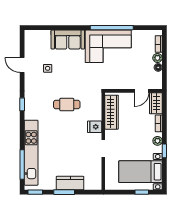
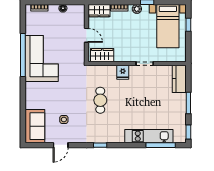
sofa: (68, 40) -> (35, 126), moved
plant: (157, 58) -> (53, 9), removed
door: (142, 91) -> (87, 35), moved
wardrobe: (112, 112) -> (102, 55), width x0.67
kitchen unit: (31, 153) -> (149, 136), width x0.73
kitchen counter: (70, 183) -> (179, 79), moved

